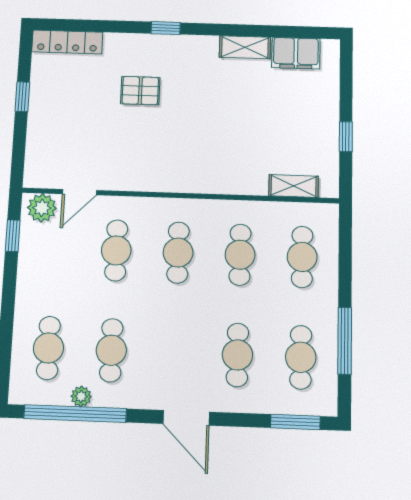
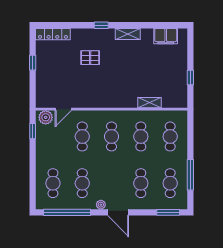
shelving: (245, 47) -> (128, 34), moved
shelving: (294, 186) -> (149, 103), moved
plant: (81, 396) -> (101, 205), moved

